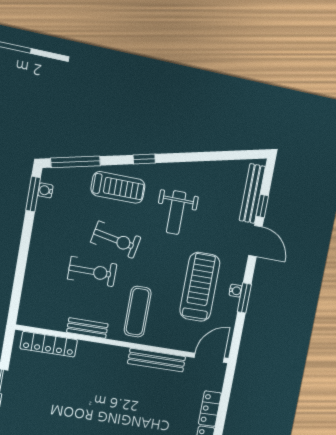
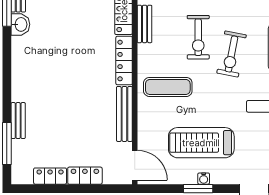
treadmill: (200, 287) -> (201, 143), turned 180
bench: (87, 328) -> (145, 24), moved
locker: (103, 352) -> (124, 61), added

